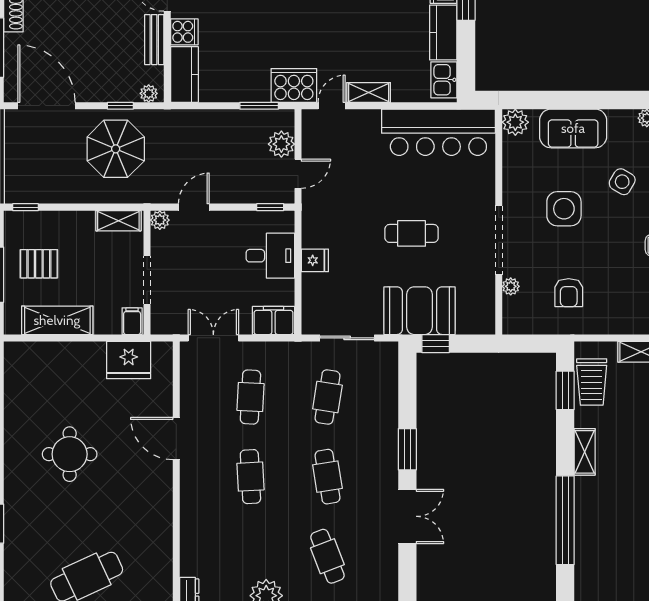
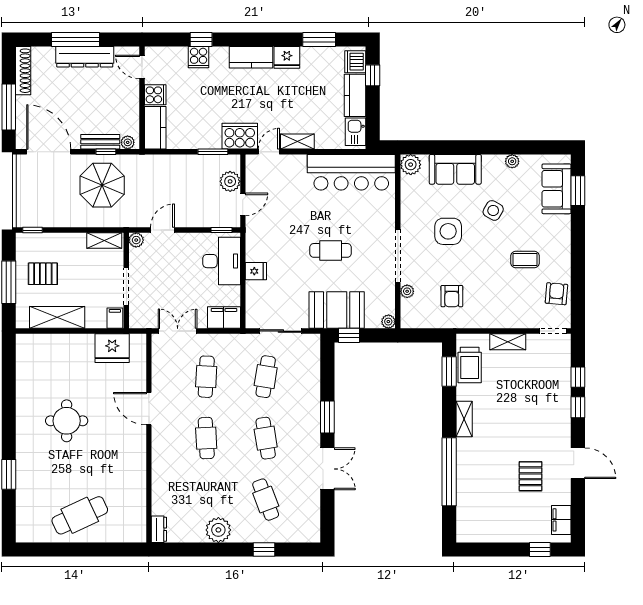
bench: (154, 40) -> (100, 142), moved, turned 90
desk: (270, 256) -> (222, 261), width x1.37
plant: (486, 326) -> (388, 322), added

